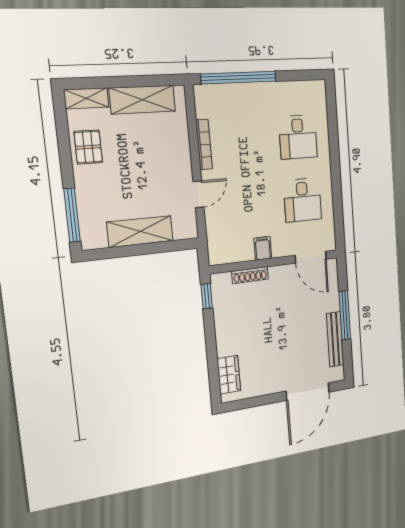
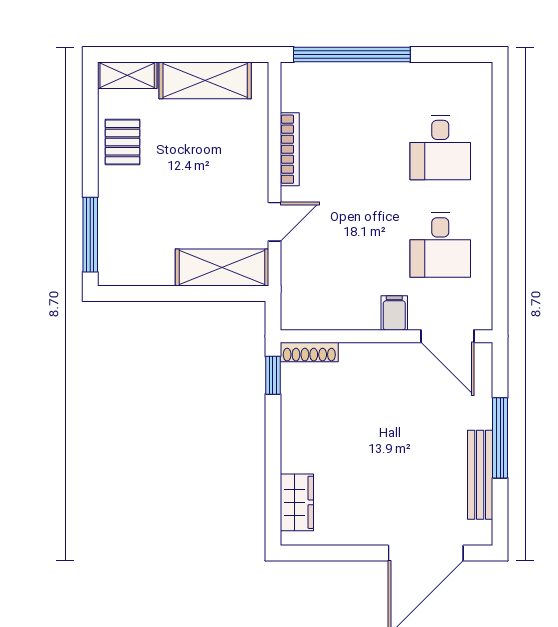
shelving: (140, 231) -> (222, 267), moved
filing cabinet: (263, 248) -> (394, 313), moved
shoe rack: (250, 275) -> (309, 352), moved

